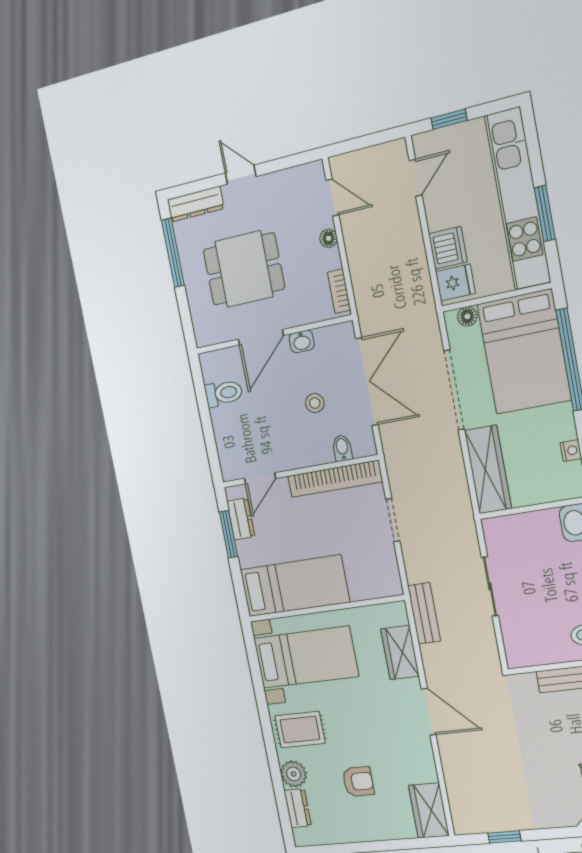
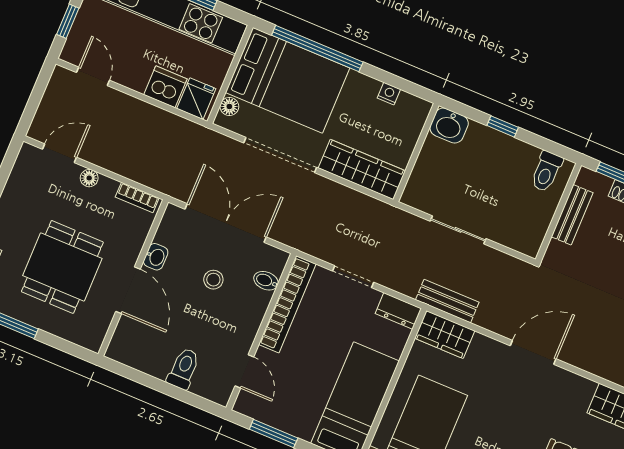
toilet: (224, 393) -> (183, 369), moved
dresser: (241, 519) -> (398, 311), moved, turned 180
wardrobe: (400, 652) -> (445, 335), moved

